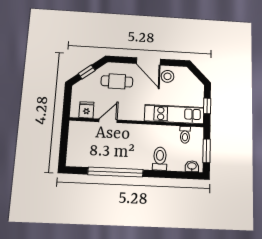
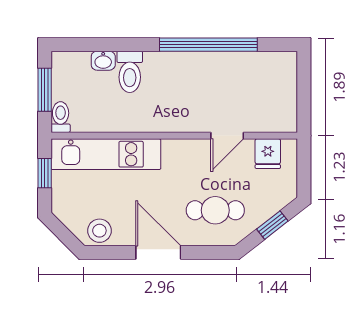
stool: (167, 76) -> (99, 231), moved
toilet: (185, 135) -> (61, 117), moved
washbasin: (192, 166) -> (103, 61), moved

